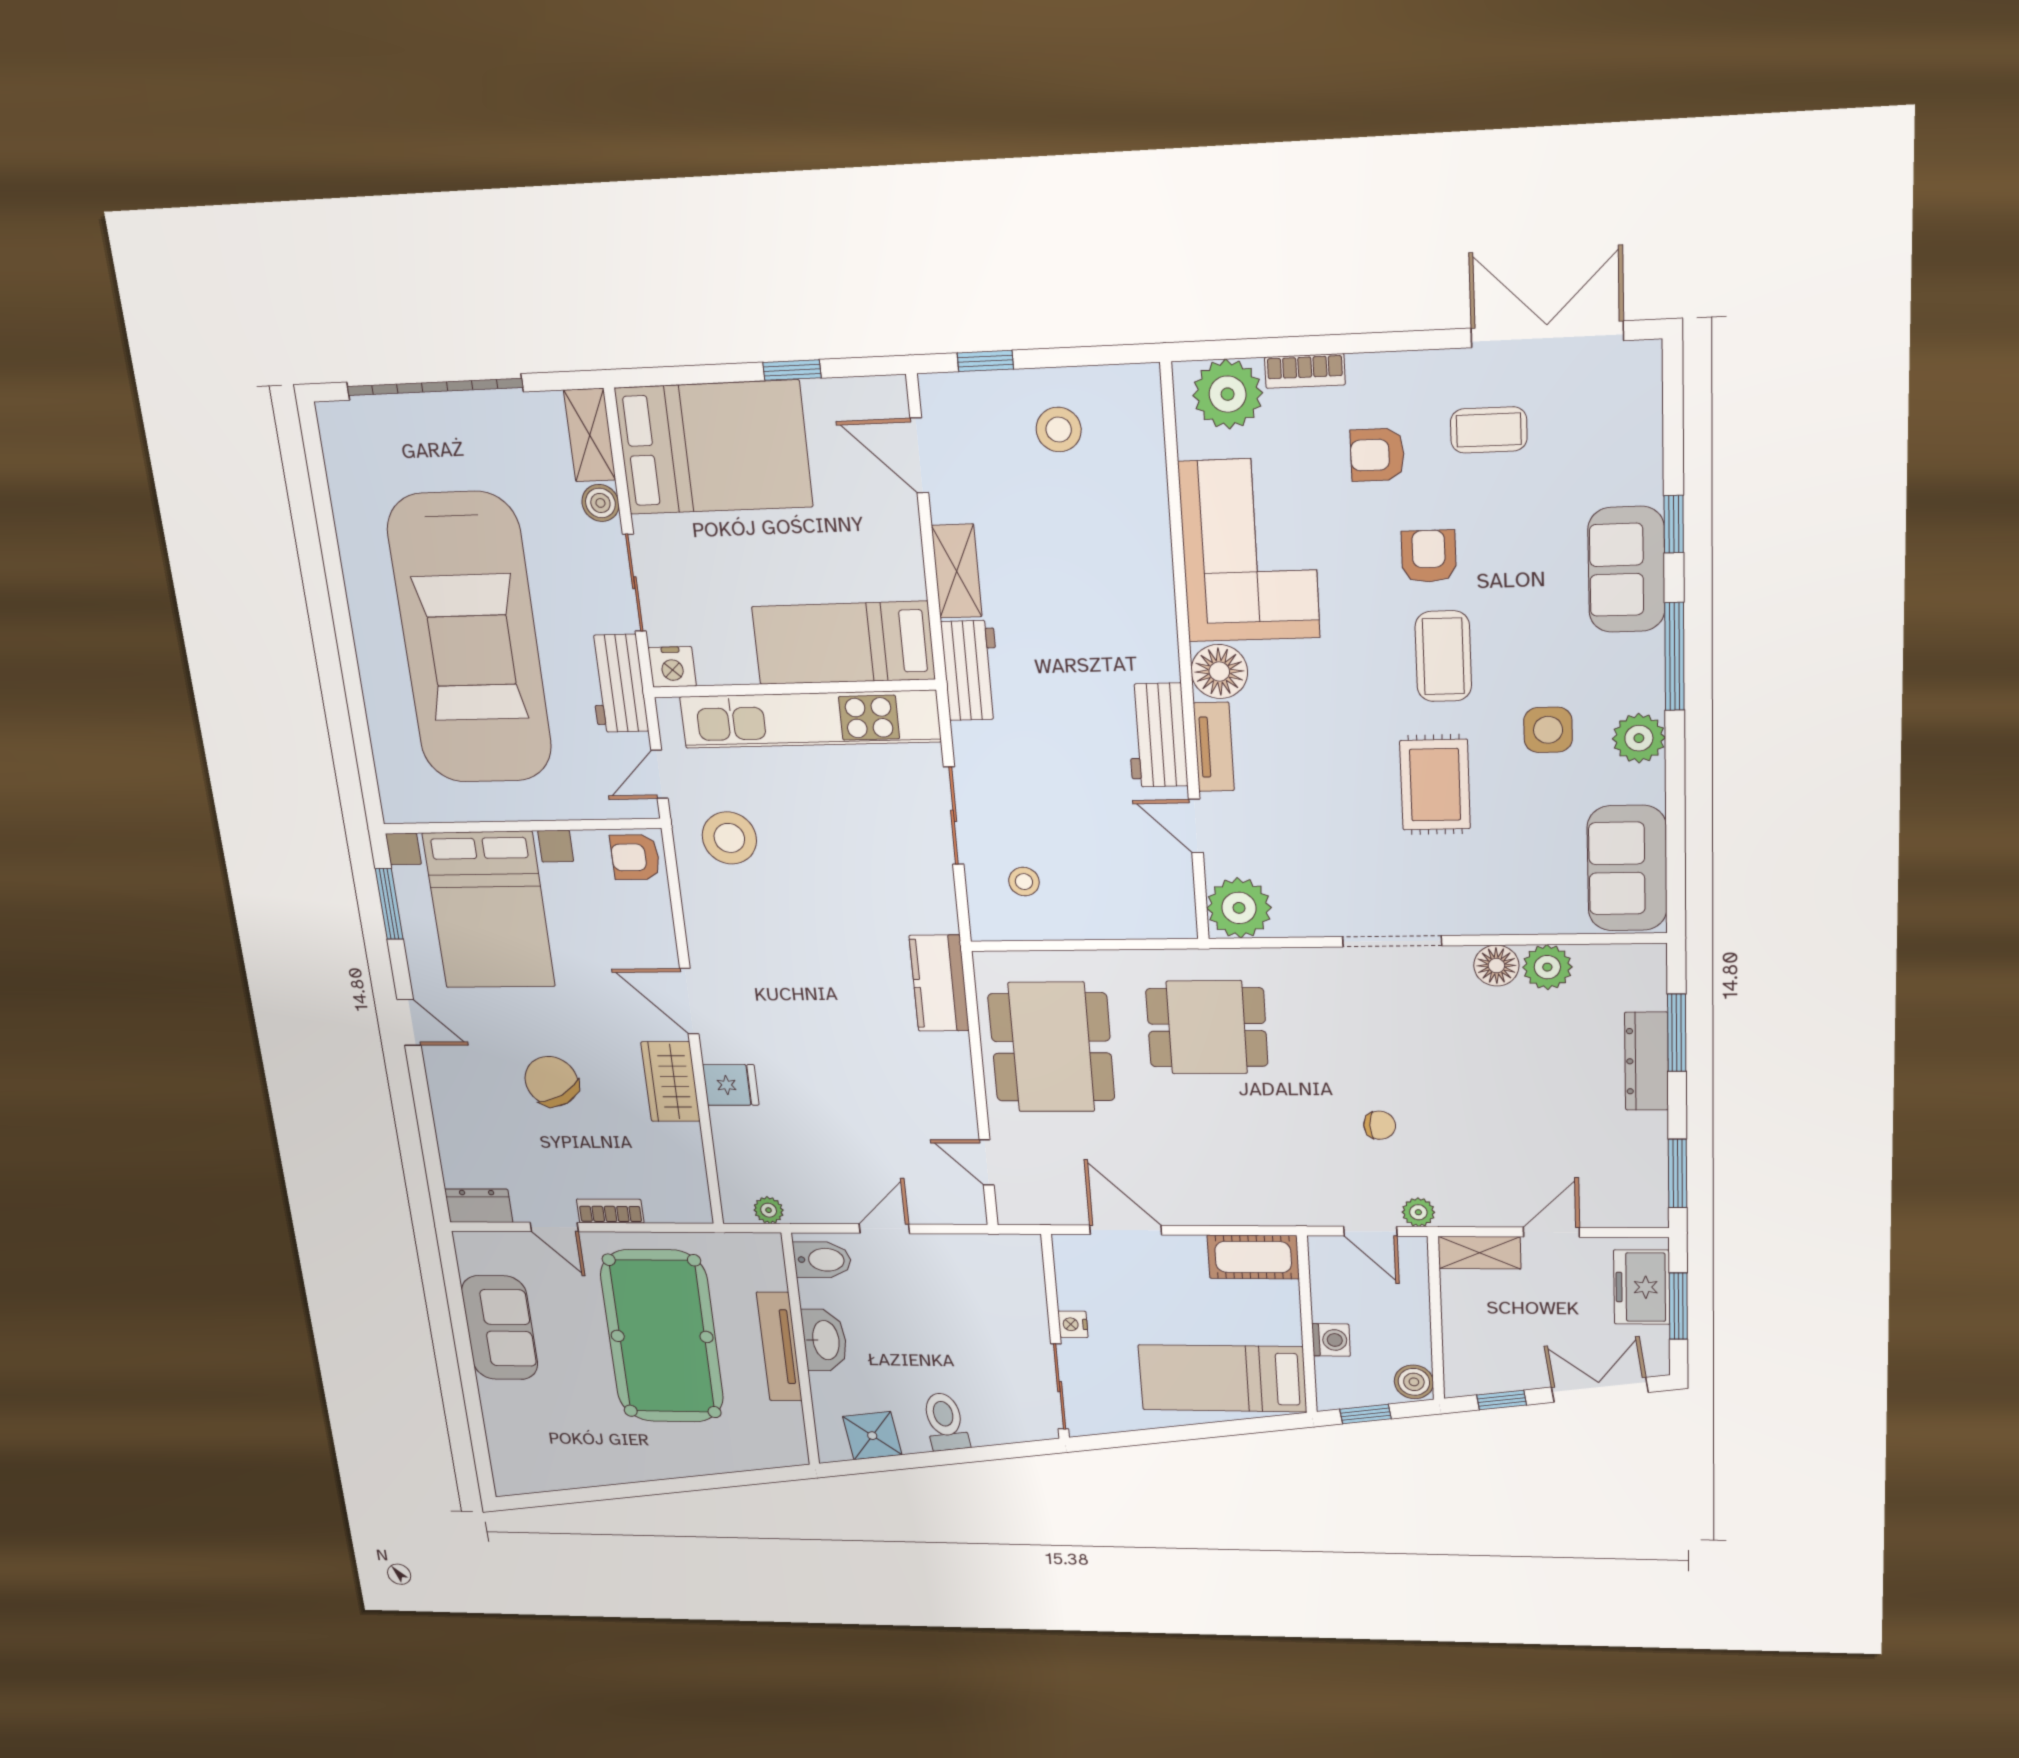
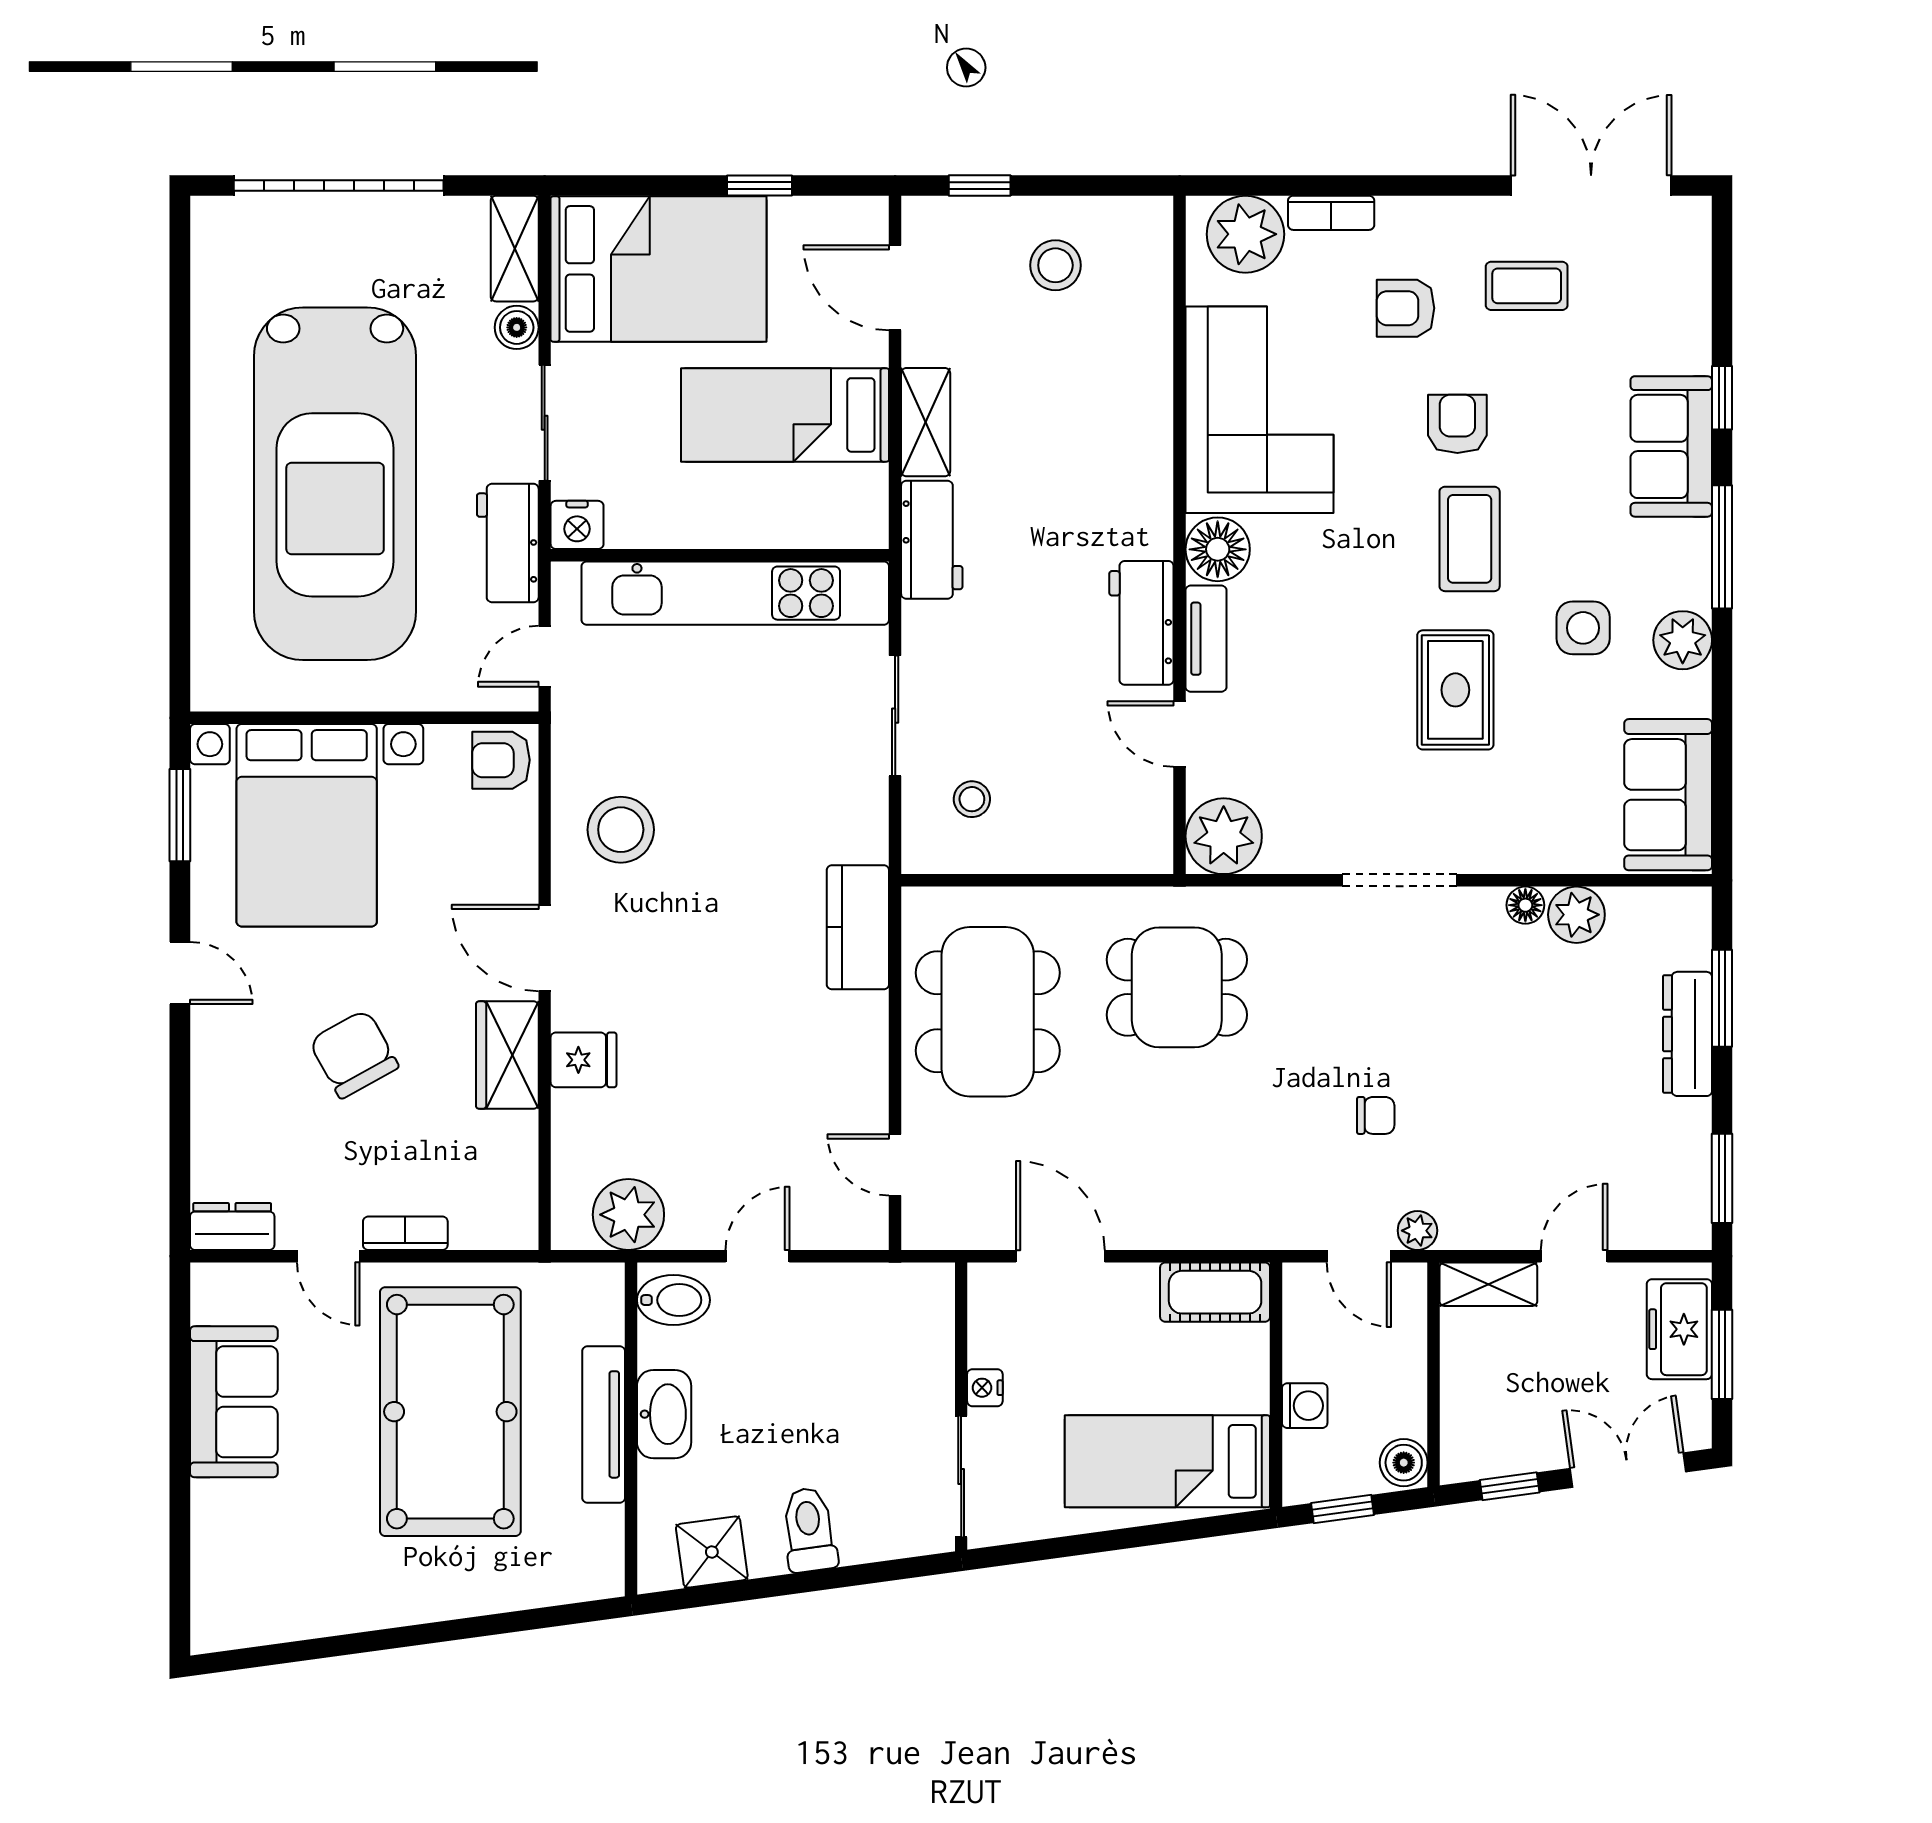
bed: (843, 643) -> (785, 415), moved
stool: (729, 838) -> (621, 830), moved
floor lamp: (1496, 966) -> (1525, 905), width x0.73, depth x0.73
plant: (769, 1210) -> (628, 1215), width x1.87, depth x1.87

